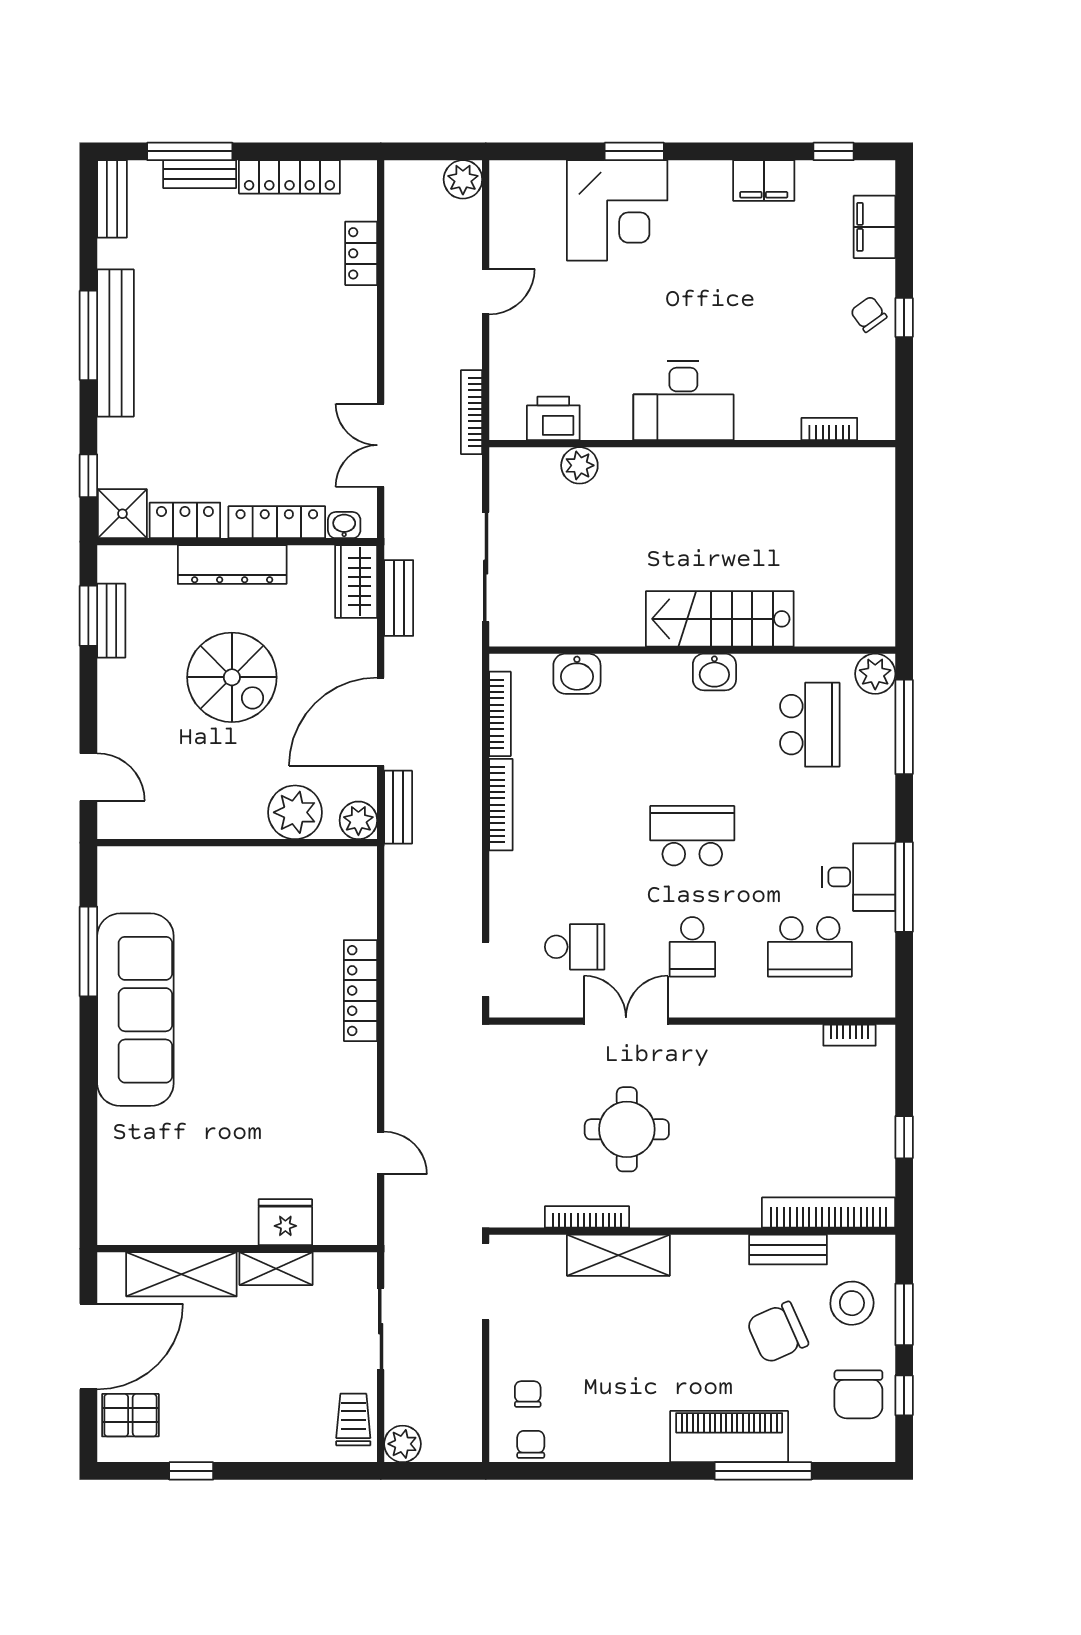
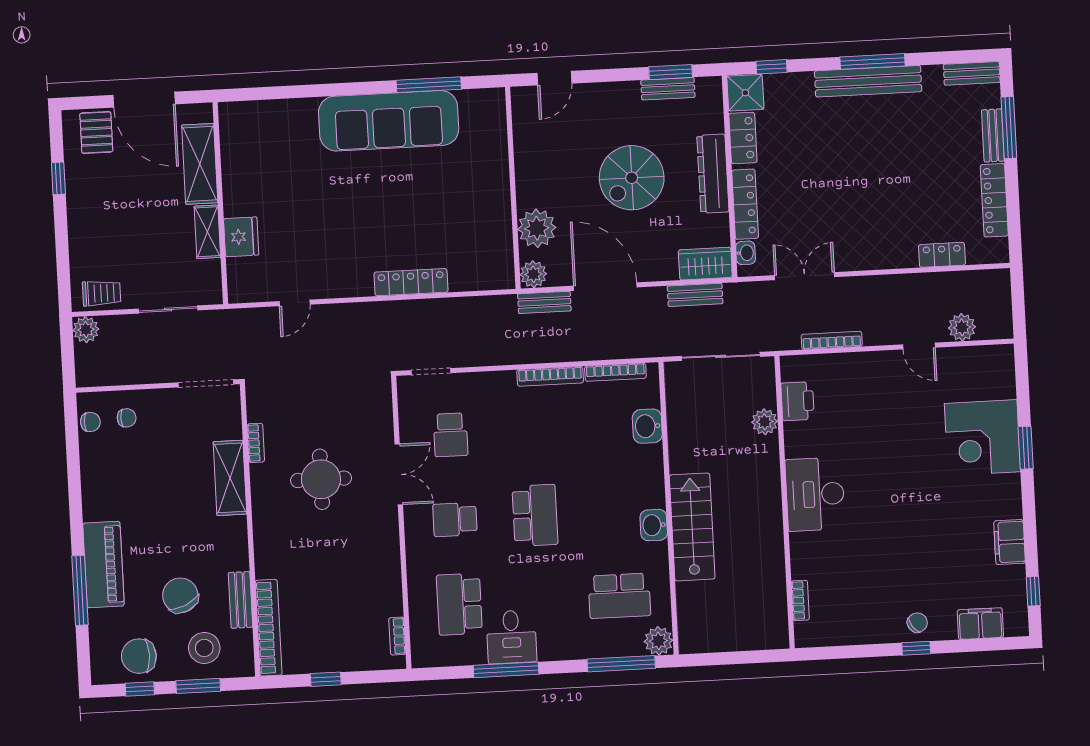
plant: (463, 179) -> (962, 327), moved
desk: (683, 401) -> (815, 494), moved
printer: (553, 418) -> (798, 401), moved
bookcase: (829, 429) -> (800, 600), moved
wall: (692, 444) -> (785, 502), moved
plant: (579, 465) -> (765, 422), moved
bookcase: (587, 1217) -> (256, 443), width x0.64

